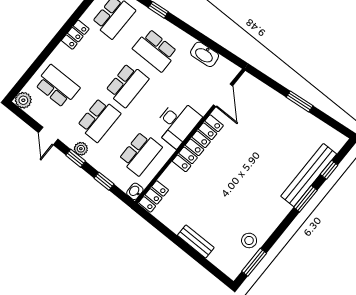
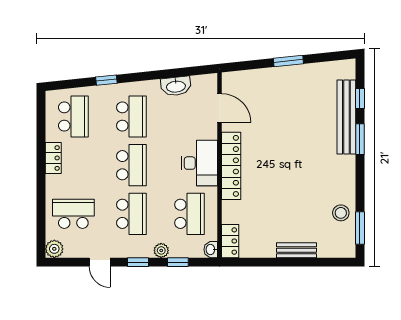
school desk: (155, 50) -> (131, 117), turned -90
plant: (81, 149) -> (161, 250), moved

